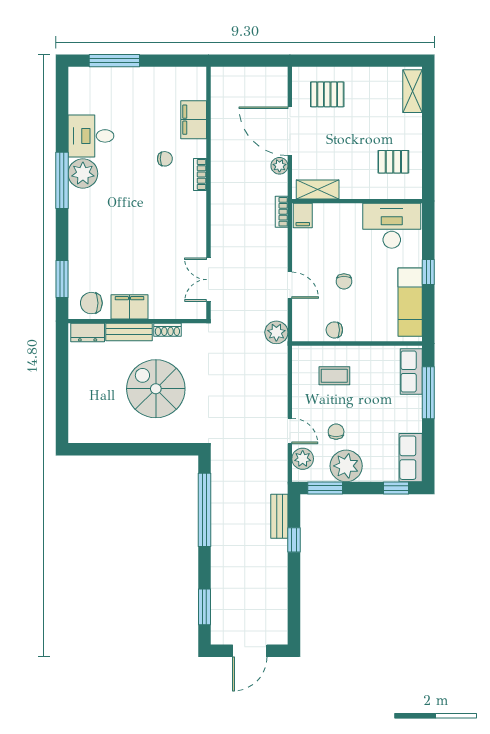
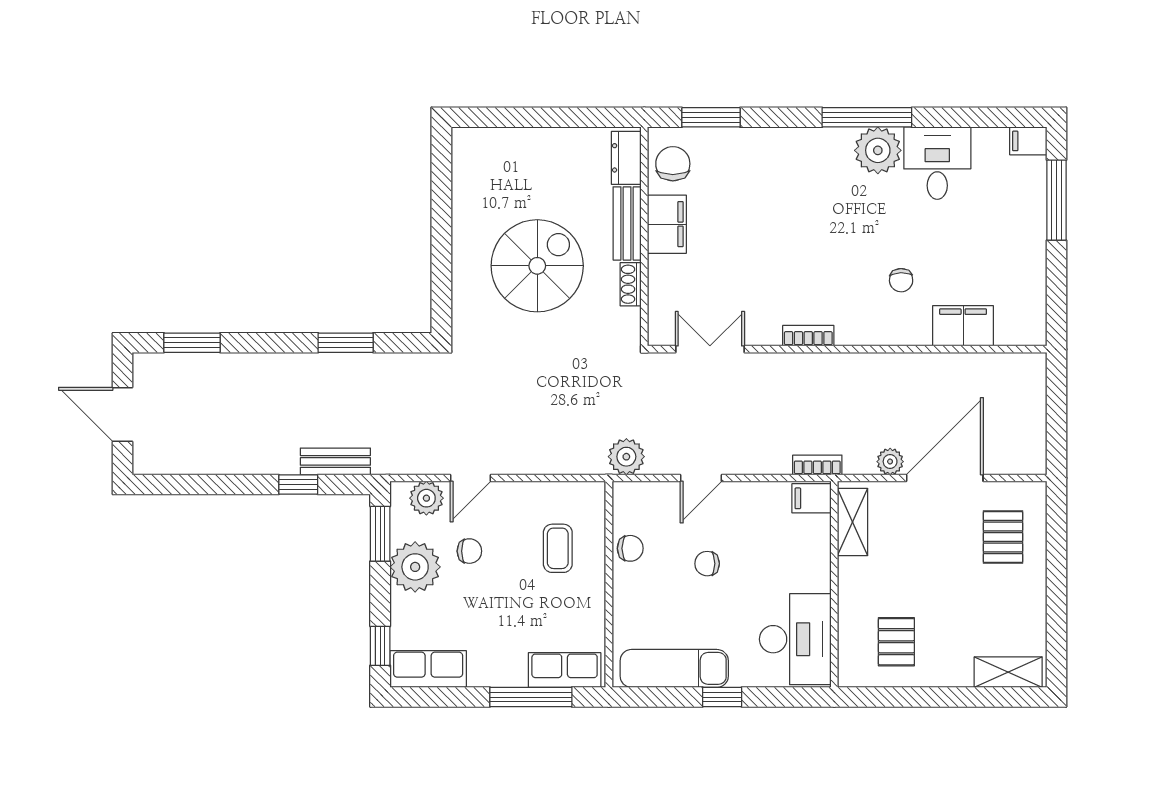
filing cabinet: (77, 78) -> (1028, 141), added
bookcase: (200, 174) -> (808, 336), moved
chair: (334, 330) -> (630, 548), turned 90
window: (204, 510) -> (346, 343), width x0.47

